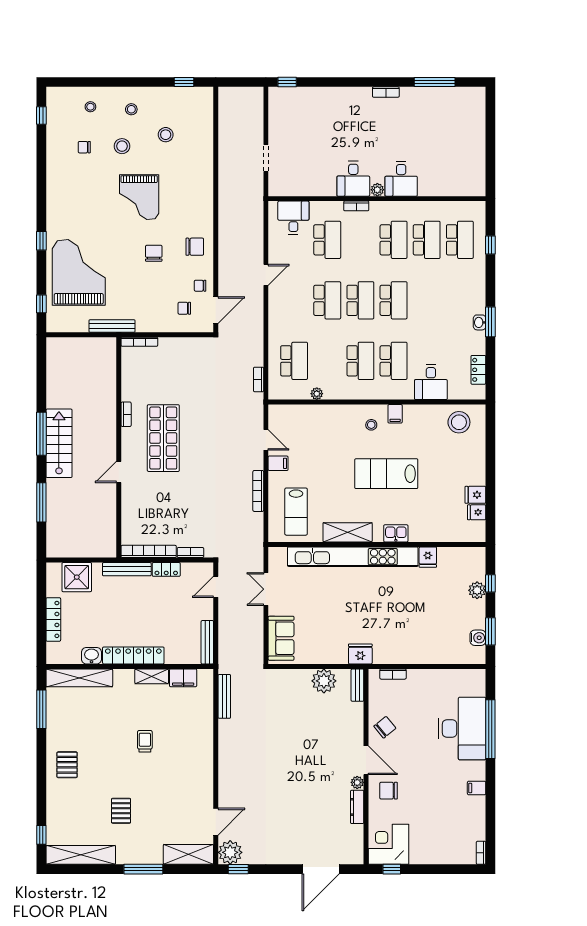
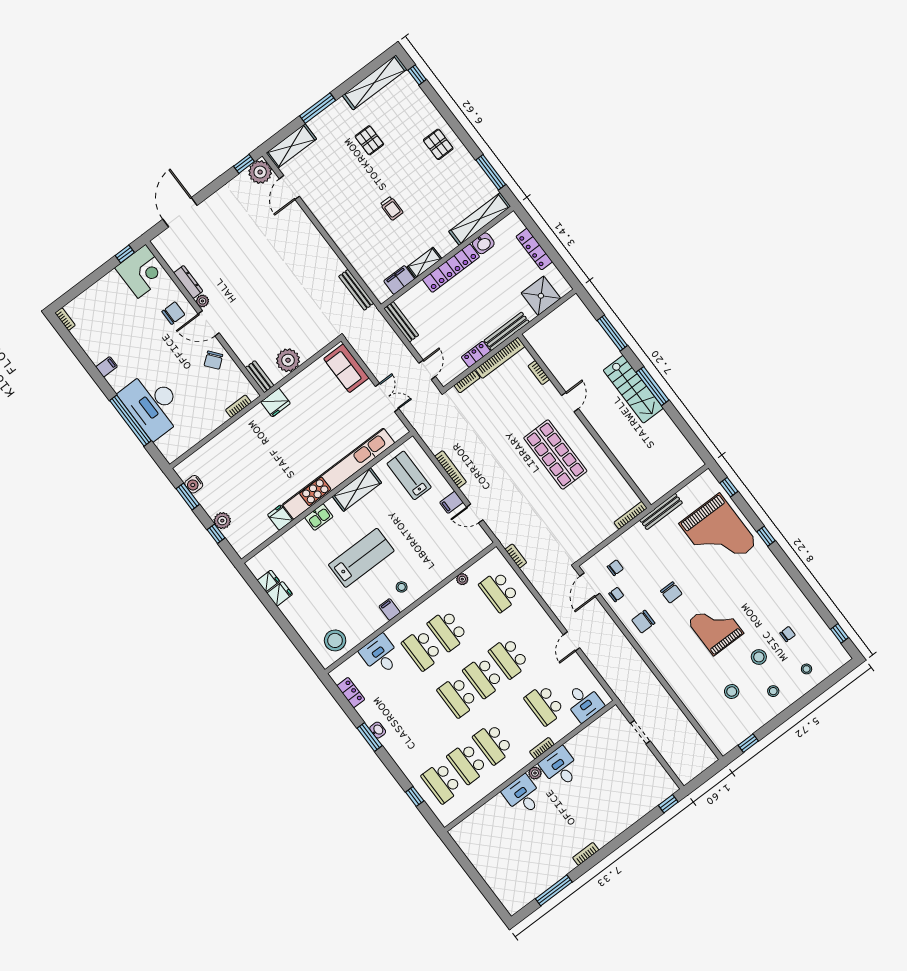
bookcase: (126, 414) -> (539, 373), moved

